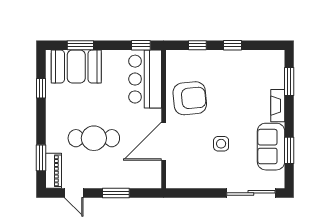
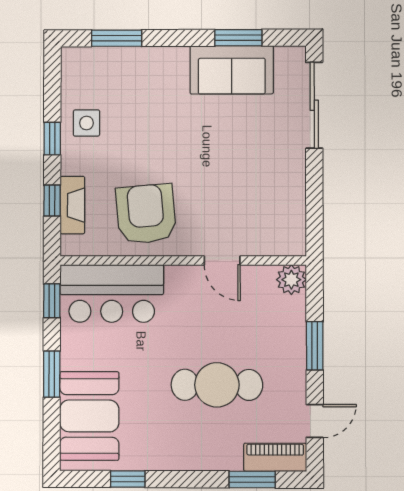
window: (80, 45) -> (52, 374), moved
fireplace: (278, 106) -> (72, 205), moved, turned -90
cafe table: (94, 138) -> (217, 385), turned 90
door: (164, 141) -> (222, 261), width x0.53
side table: (221, 144) -> (86, 123), moved
plant: (153, 180) -> (291, 280), added

